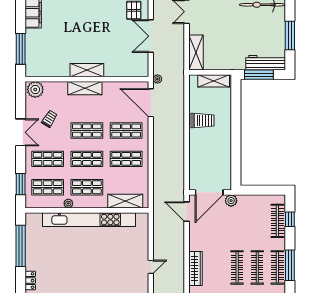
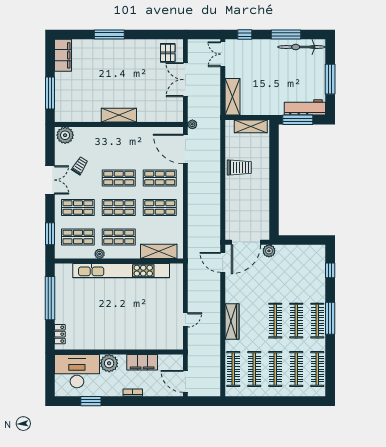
shelving: (85, 88) -> (117, 134), removed
clothes rail: (277, 221) -> (317, 272), removed

